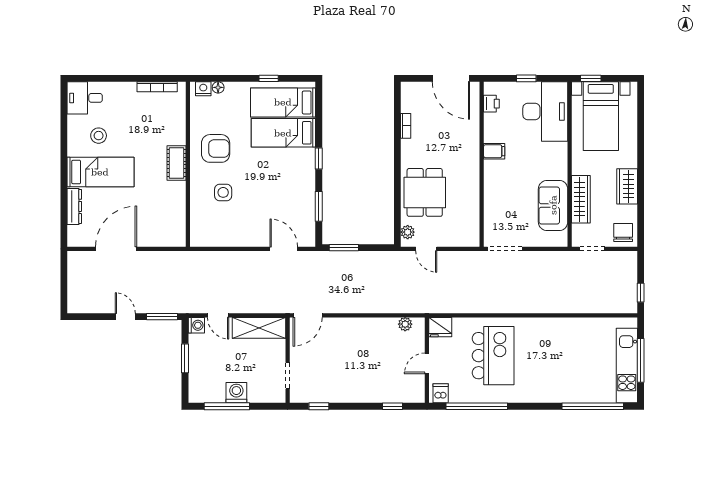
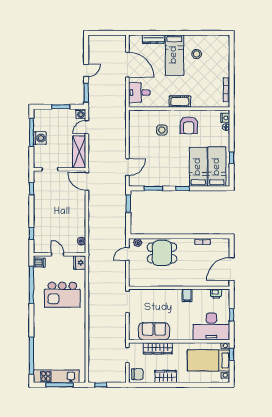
desk: (85, 98) -> (139, 93), moved, turned -90

